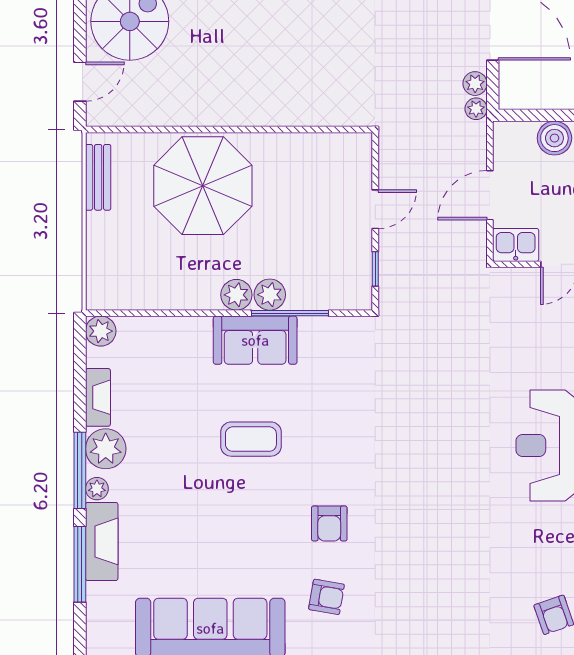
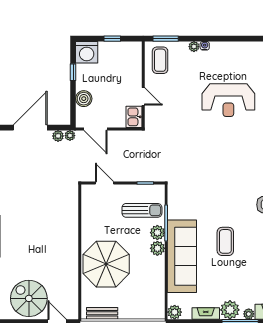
door: (490, 195) -> (95, 129), moved
door: (375, 209) -> (105, 183), moved
sun lounger: (317, 262) -> (142, 210), added
sofa: (255, 340) -> (182, 256), width x1.85, depth x1.27

